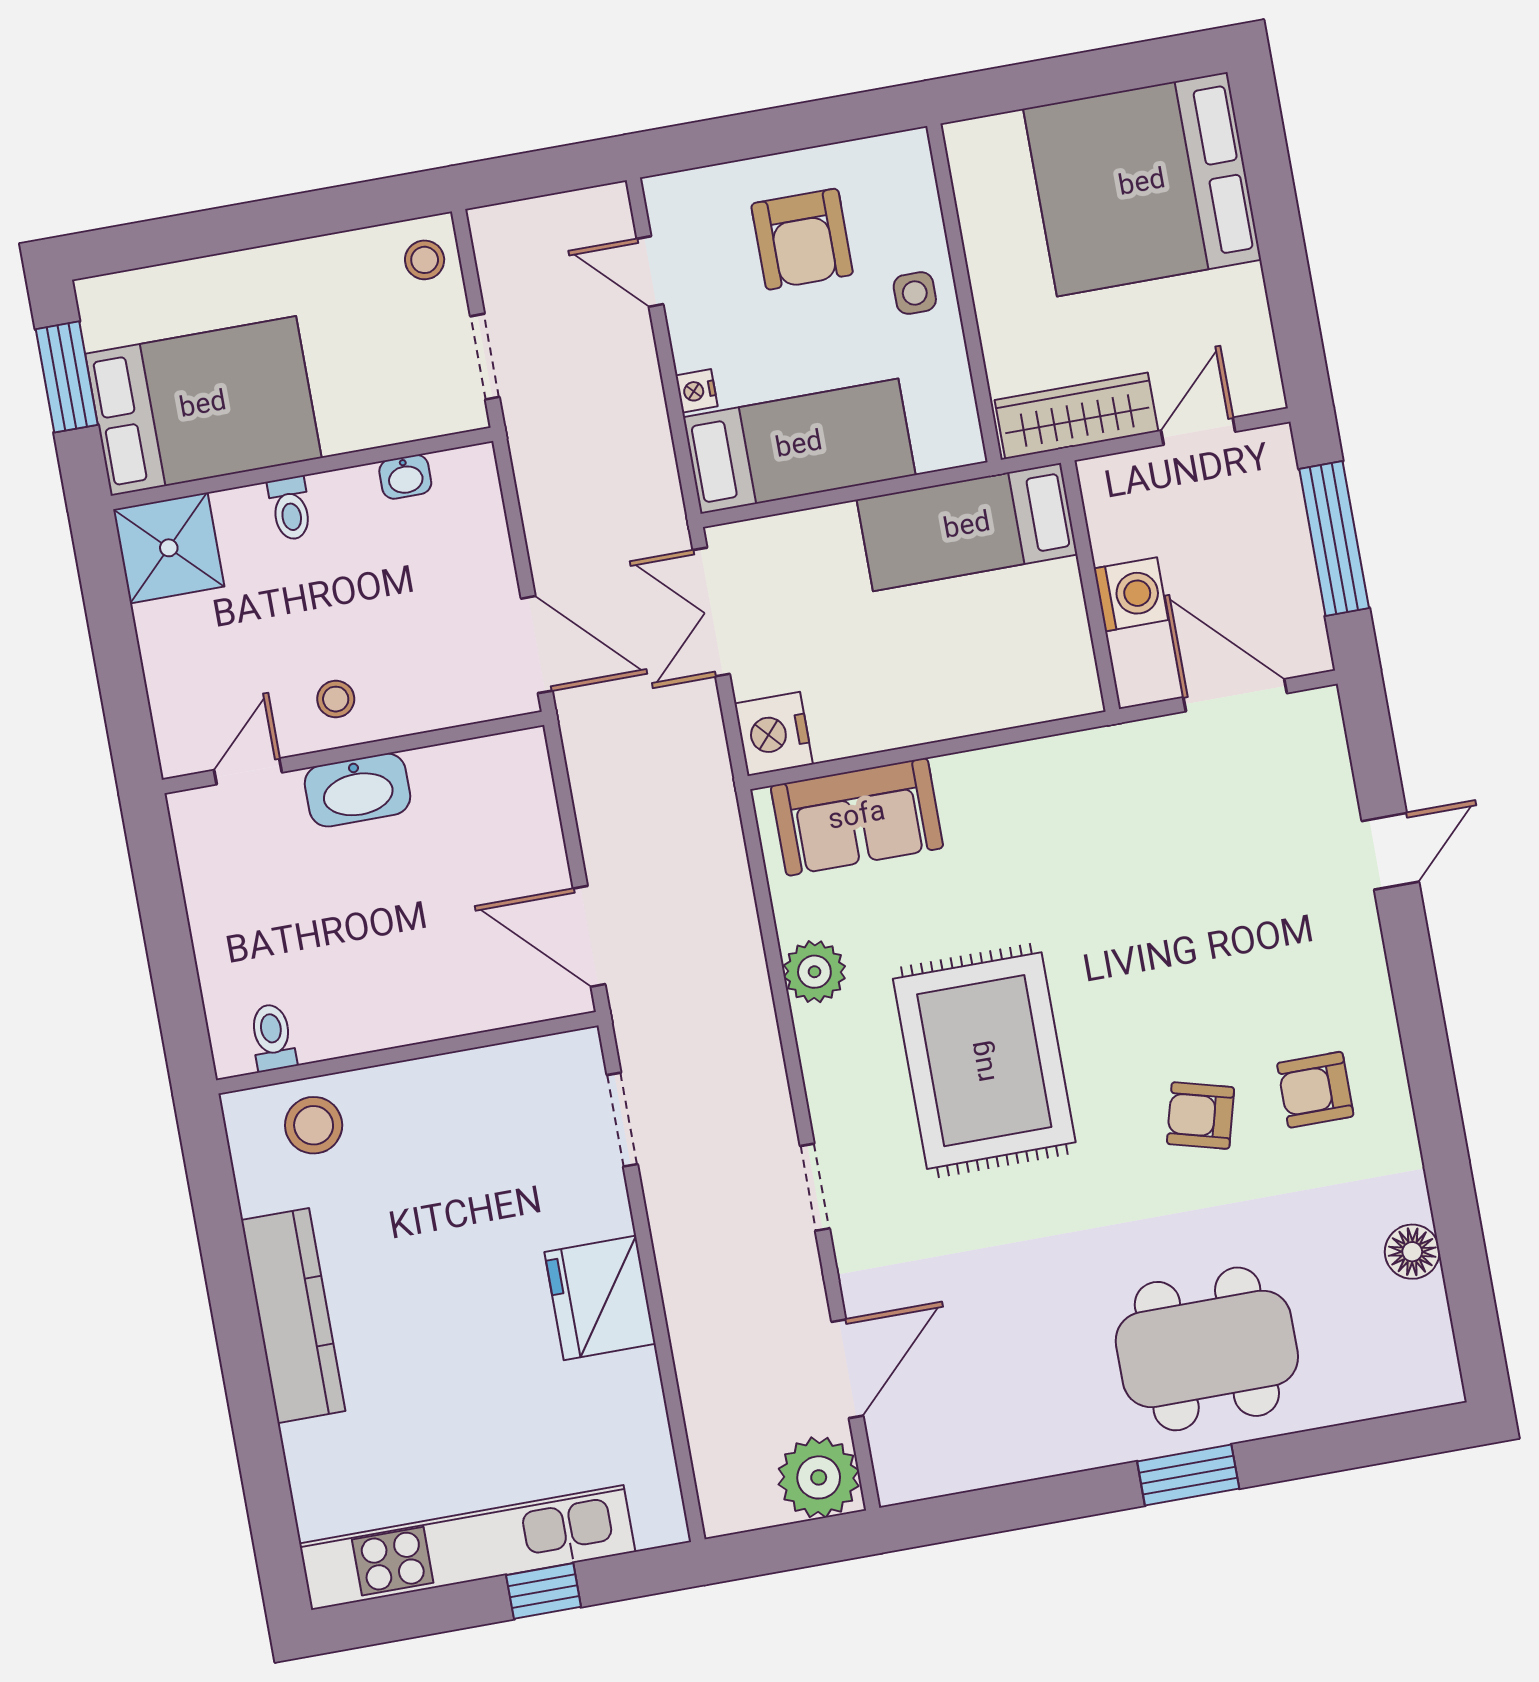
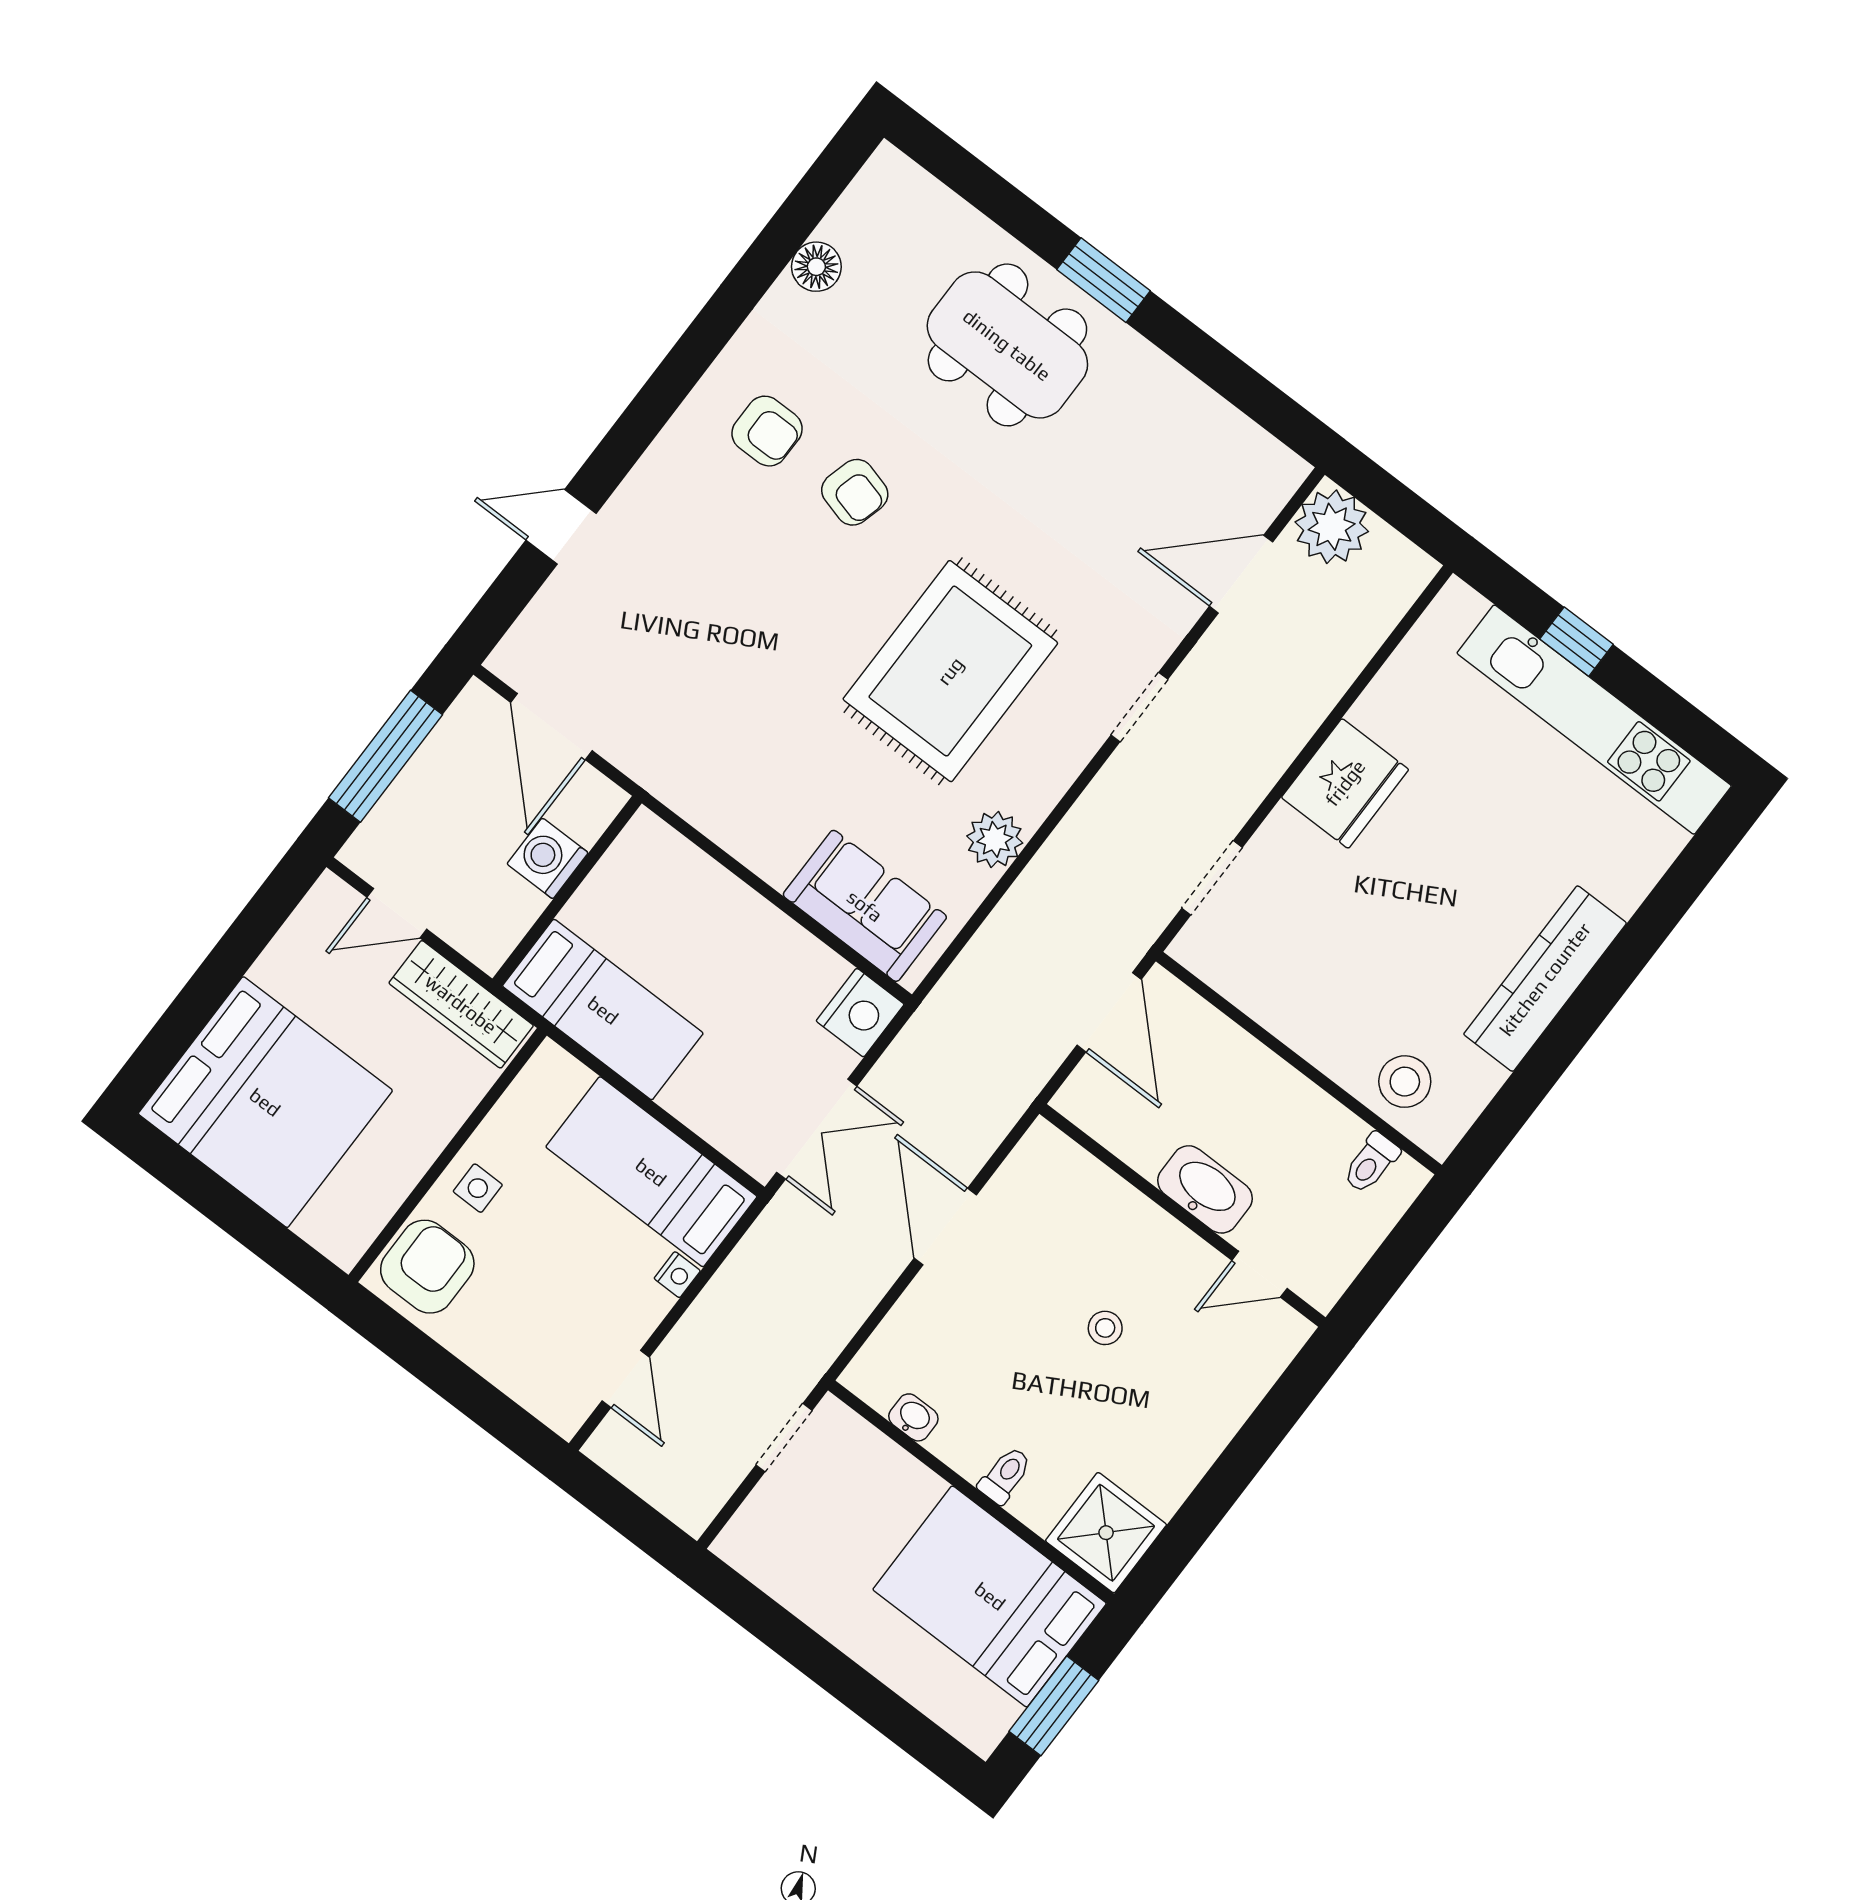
armchair: (802, 239) -> (427, 1267), moved
stool: (425, 260) -> (756, 1537), removed
wall: (353, 752) -> (1182, 1215), moved
door: (248, 771) -> (1260, 1274), moved
washbasin: (357, 790) -> (1205, 1189), moved

